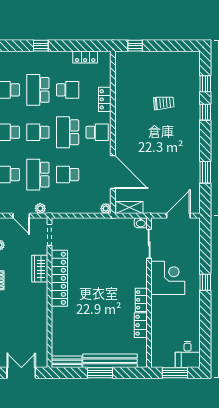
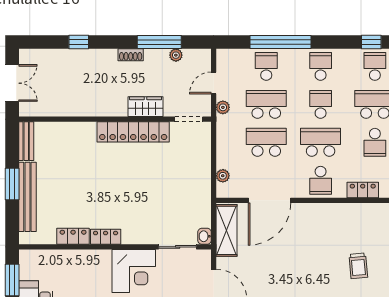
school desk: (68, 175) -> (266, 142), width x1.85
plant: (106, 208) -> (223, 176), moved
shelving: (129, 208) -> (227, 230), width x1.50, depth x1.33

